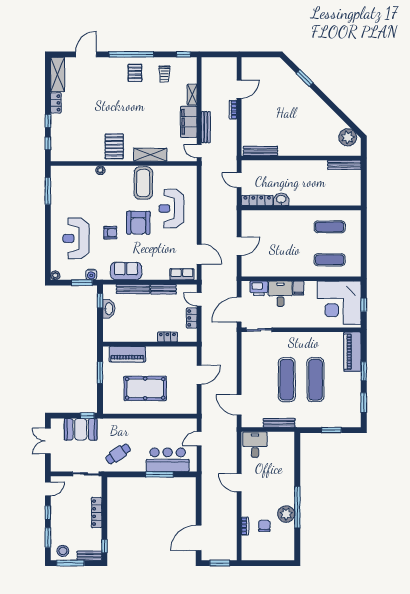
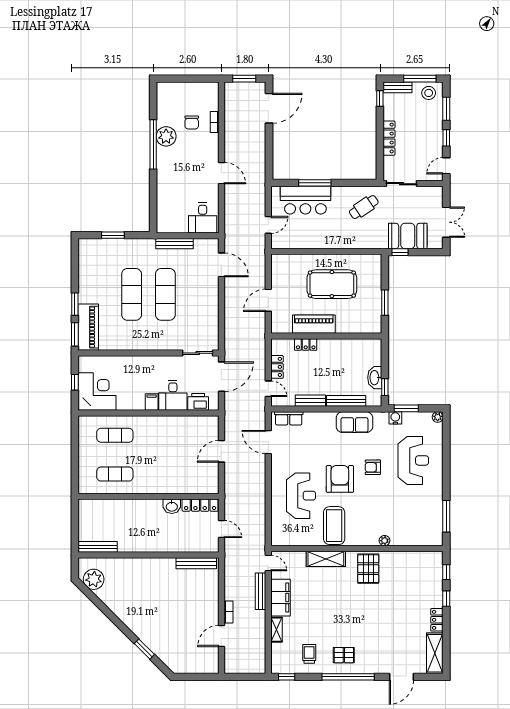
pallet: (135, 73) -> (344, 655), turned 90
corner desk: (339, 303) -> (97, 392), width x0.74, depth x0.74
piano: (127, 354) -> (314, 324), moved
window: (364, 403) -> (75, 334), moved

